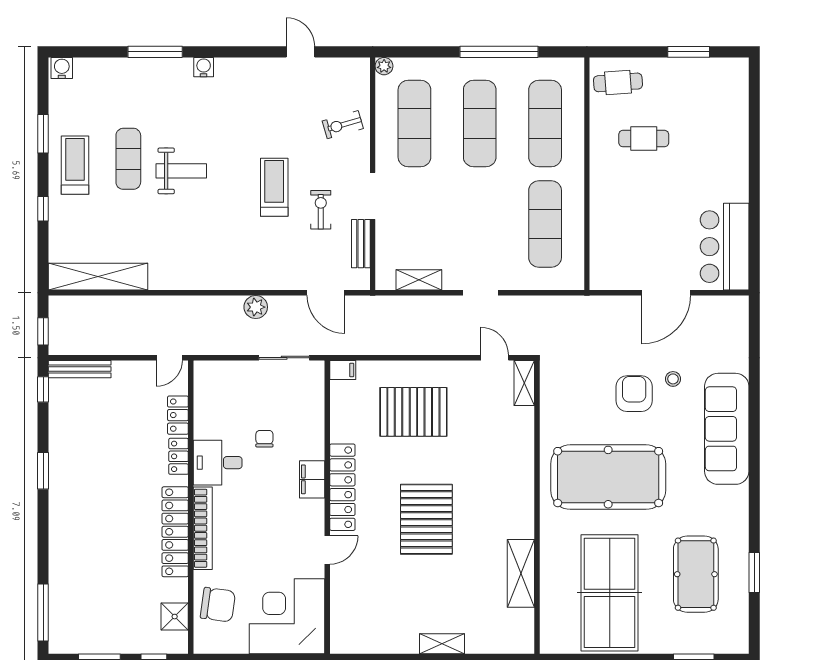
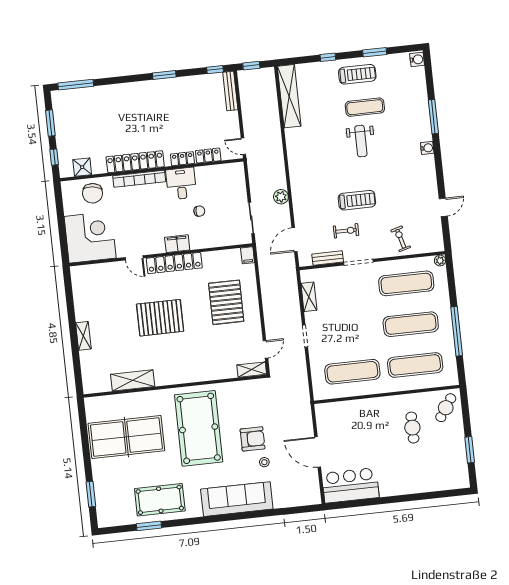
cafe table: (618, 82) -> (446, 408), turned 38
pool table: (696, 574) -> (160, 500), moved

